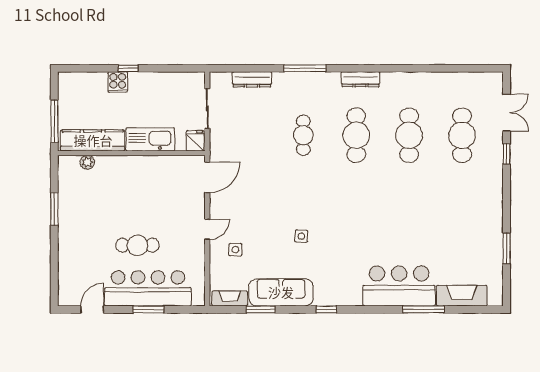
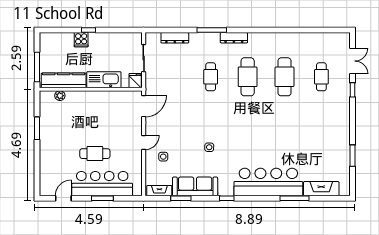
dresser: (360, 79) -> (234, 38), moved
cafe table: (462, 135) -> (321, 77), width x0.73, depth x0.74
bar counter: (399, 286) -> (268, 182), width x1.36

